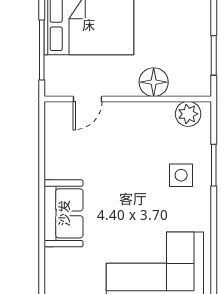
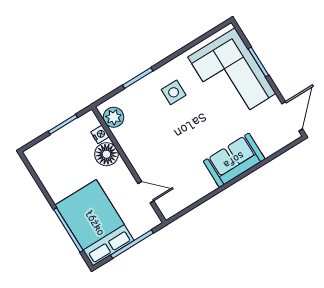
nightstand: (179, 88) -> (100, 134), added
side table: (181, 175) -> (174, 92), moved

